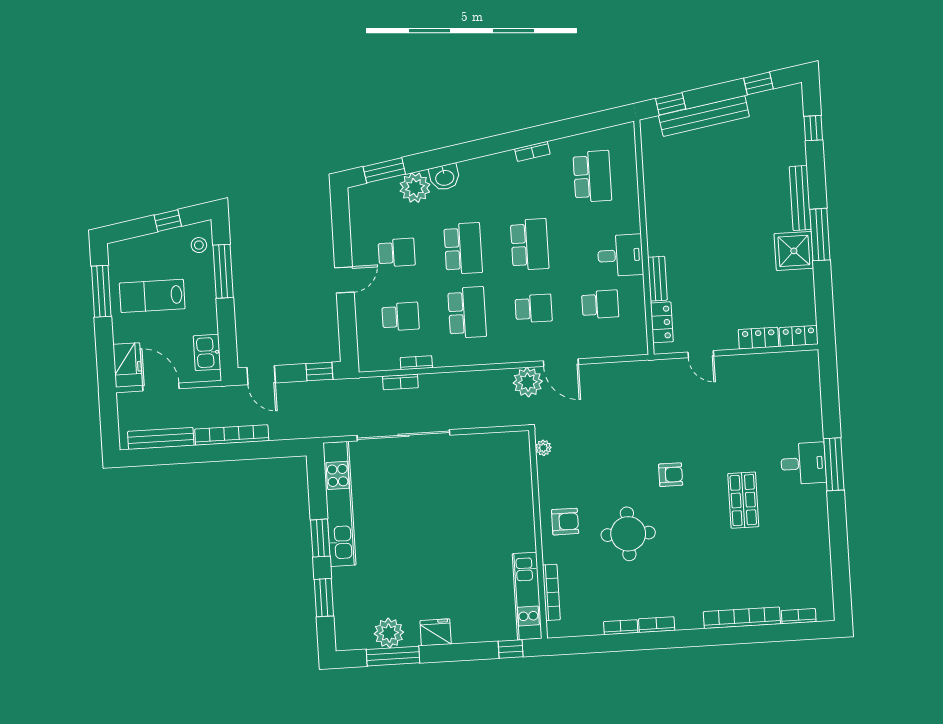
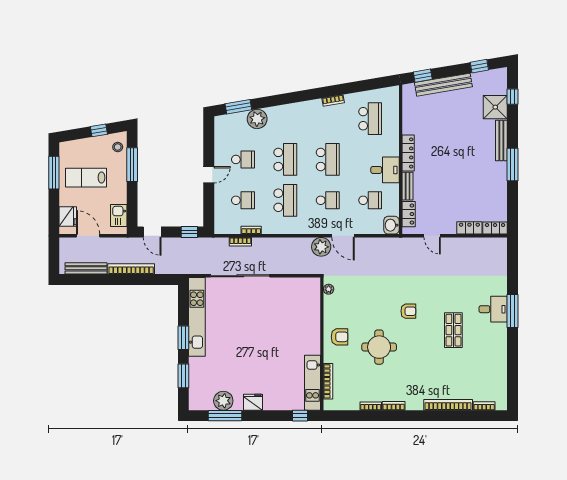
washbasin: (445, 177) -> (391, 225), moved, turned 100
locker: (655, 226) -> (408, 153), added
shower: (794, 251) -> (495, 107), moved

